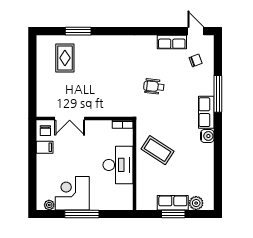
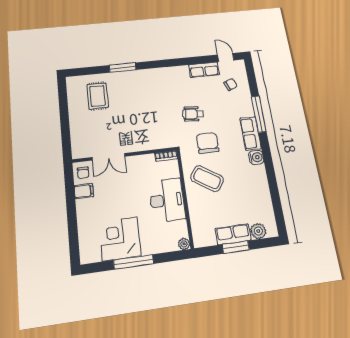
window: (78, 31) -> (123, 68), moved
chair: (163, 117) -> (208, 143), added
plant: (49, 205) -> (184, 244), moved

